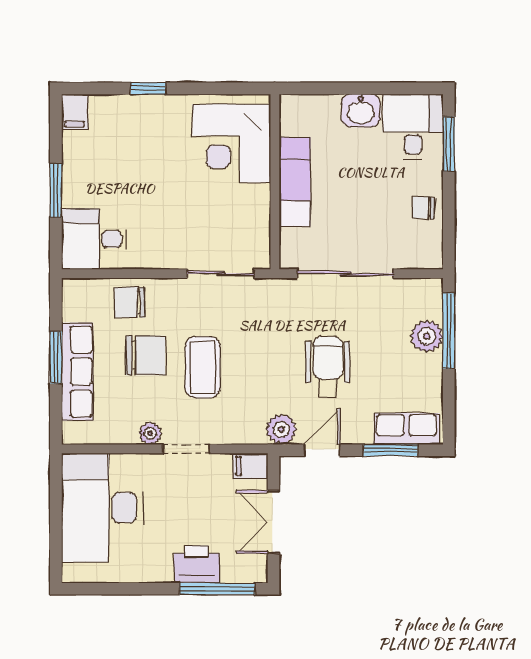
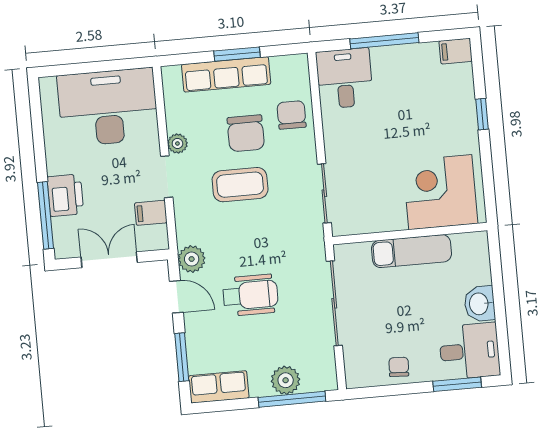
window: (56, 191) -> (384, 41), width x1.44
row of seats: (407, 429) -> (219, 387), moved, turned -90
filing cabinet: (251, 466) -> (151, 213), moved, turned -90

